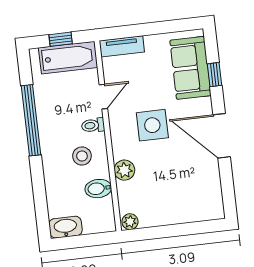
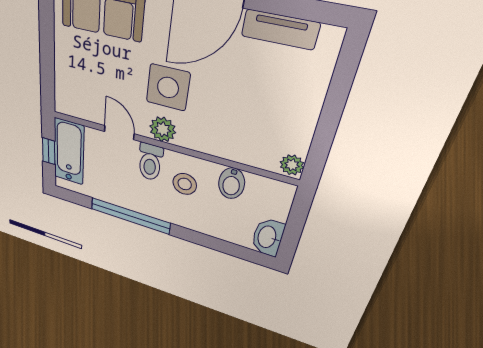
tv unit: (122, 46) -> (280, 29), moved, turned 90
toilet: (93, 125) -> (150, 162), width x1.37, depth x1.39
plant: (124, 170) -> (163, 129), moved

